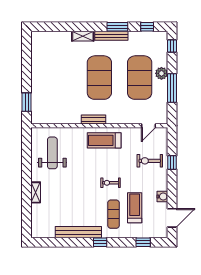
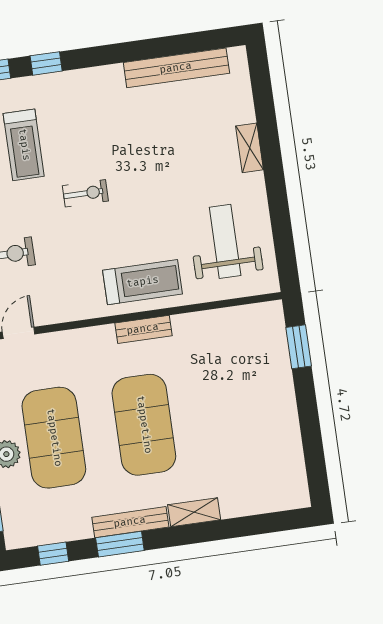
treadmill: (104, 140) -> (143, 282), moved
weight bench: (52, 153) -> (225, 241), turned 180
exercise mat: (114, 214) -> (69, 124), removed
bench: (78, 232) -> (176, 68), moved
window: (100, 242) -> (46, 63), moved

